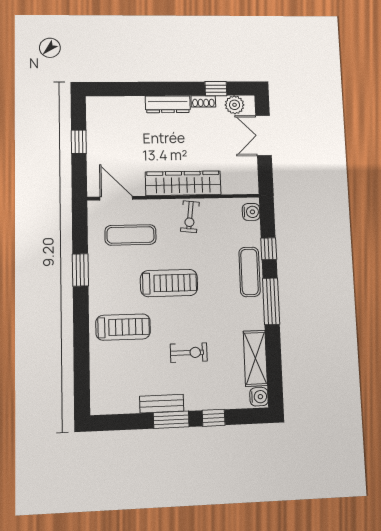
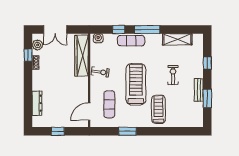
dresser: (168, 104) -> (37, 103), moved
wardrobe: (183, 183) -> (82, 56), moved
treadmill: (169, 283) -> (136, 84), width x1.37, depth x1.38
water cooler: (259, 397) -> (197, 38), removed
window: (171, 420) -> (207, 98), moved

